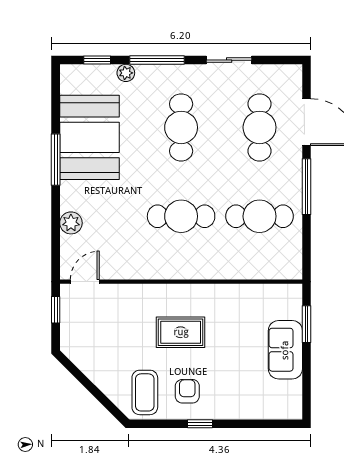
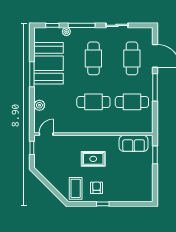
sofa: (285, 350) -> (134, 143), moved, turned -90

